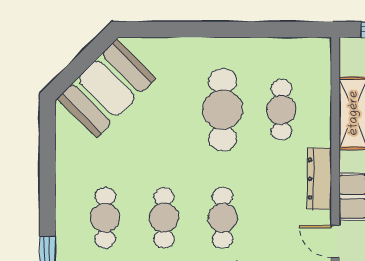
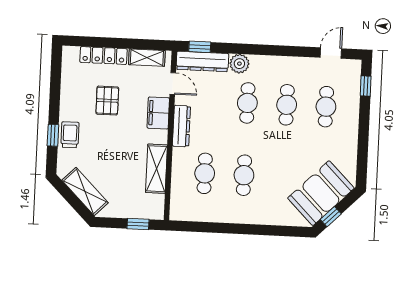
window: (90, 54) -> (331, 217), added
cafe table: (223, 110) -> (244, 175), width x0.73, depth x0.74

